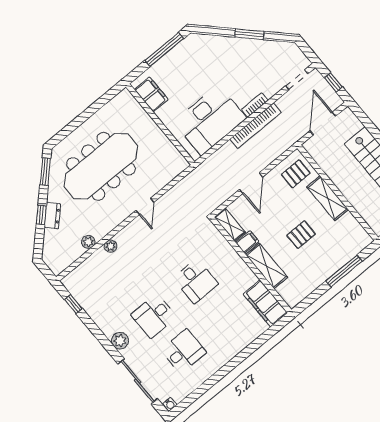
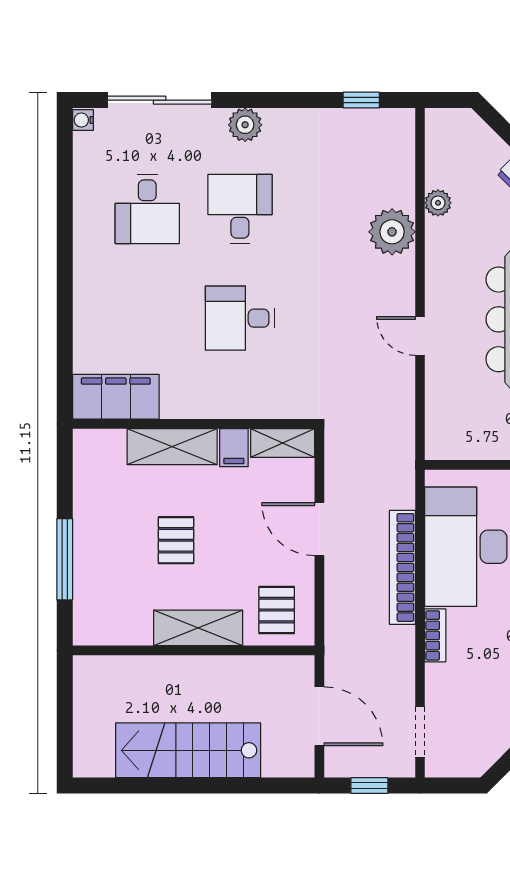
bookcase: (255, 126) -> (402, 567), moved
plant: (111, 246) -> (392, 232), width x1.88, depth x1.88

